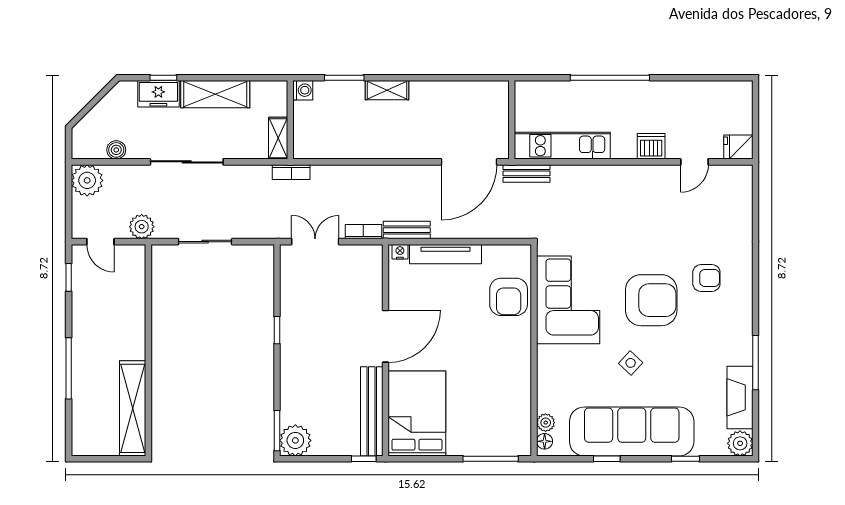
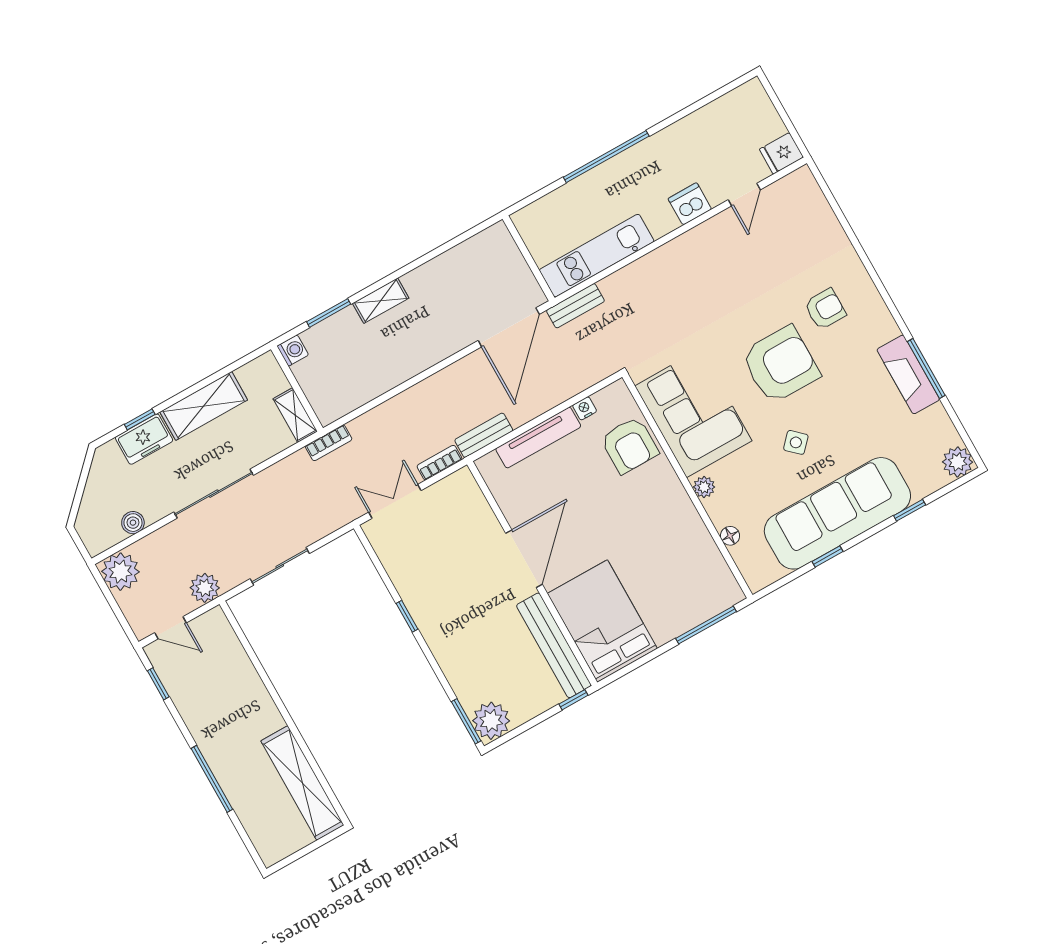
nightstand: (400, 252) -> (585, 408), moved
fireplace: (740, 397) -> (908, 374), moved
plant: (546, 423) -> (704, 487), moved
floor lamp: (545, 441) -> (730, 536), moved

